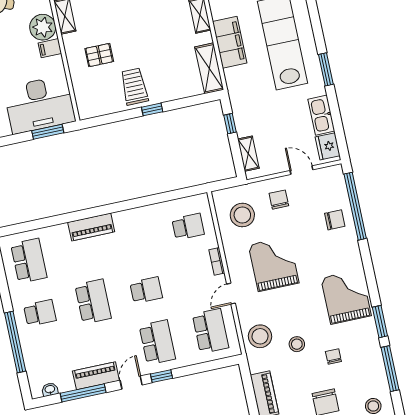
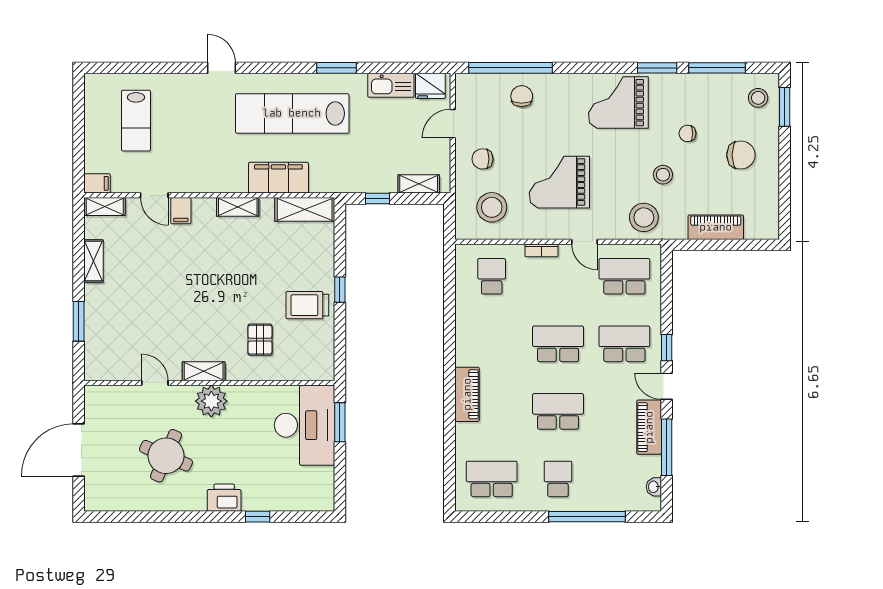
filing cabinet: (50, 48) -> (239, 398), removed
school desk: (146, 290) -> (558, 344), width x1.85

